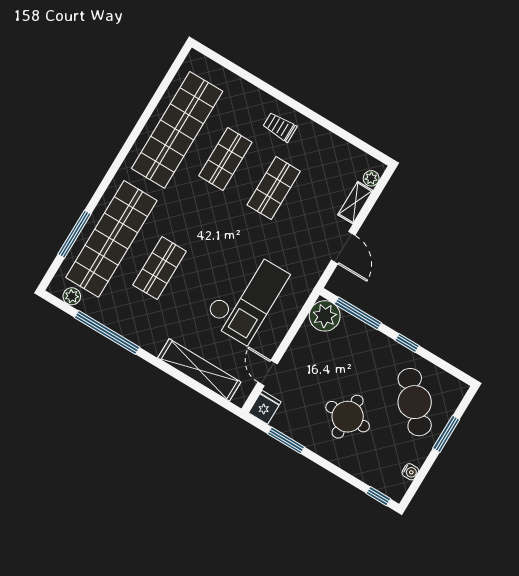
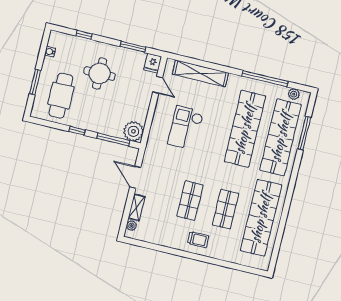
shop shelf: (160, 268) -> (245, 129), width x2.00, depth x1.36
checkout: (246, 297) -> (186, 128), width x0.73, depth x0.83
cafe table: (415, 402) -> (61, 96), turned 43
window: (378, 496) -> (84, 35), moved

